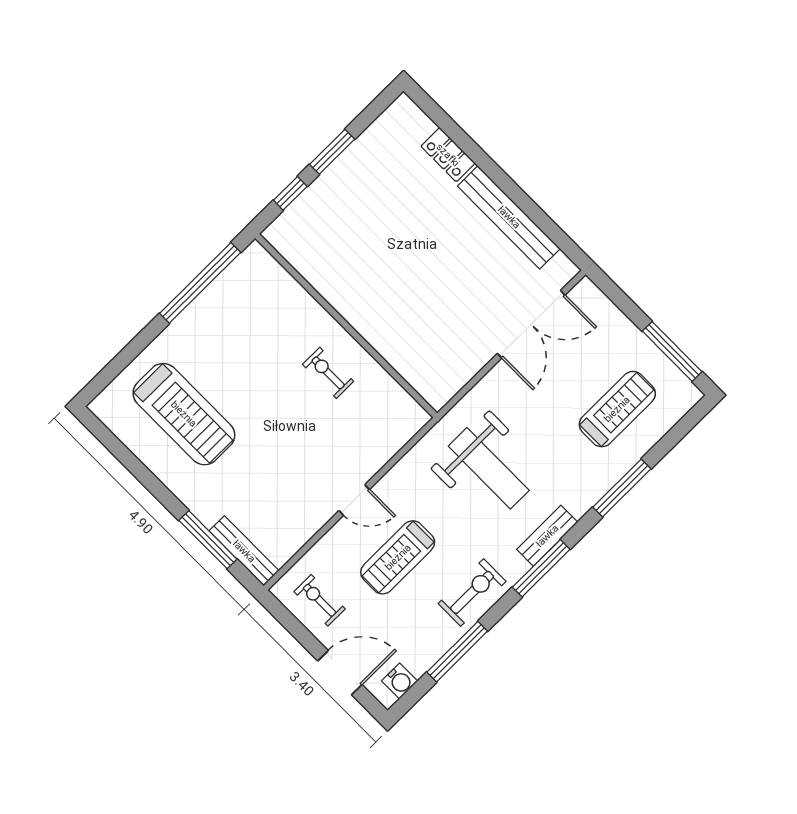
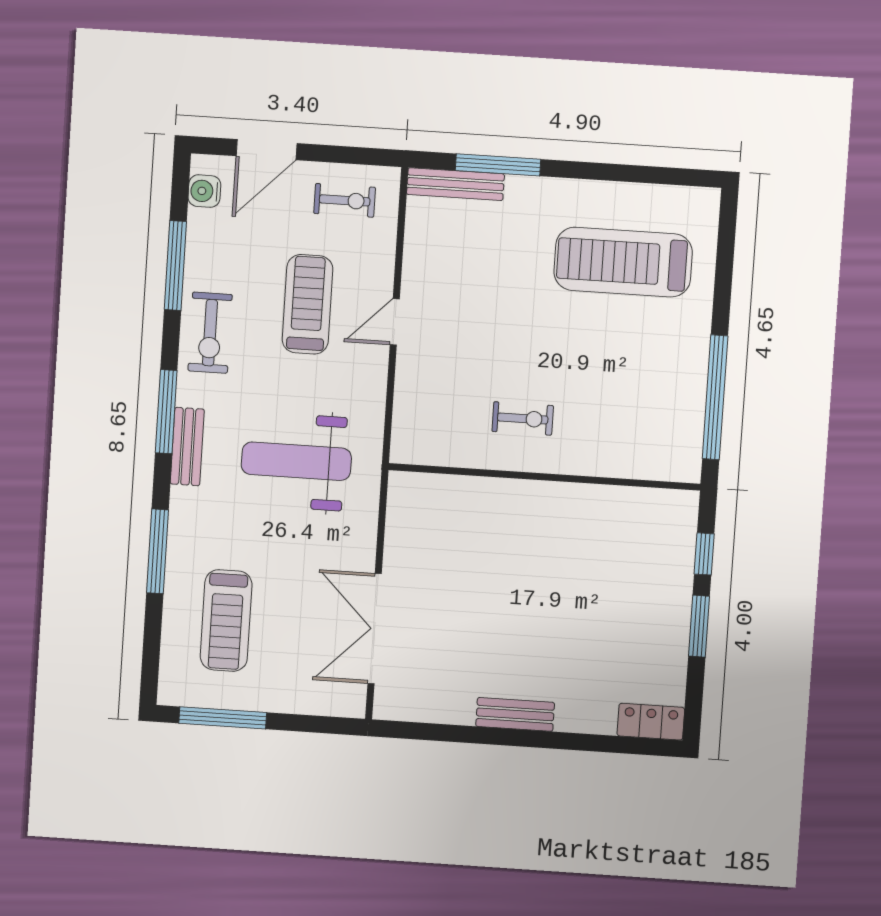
locker: (448, 155) -> (651, 722), moved
bench: (509, 217) -> (515, 714), width x0.54, depth x0.82

